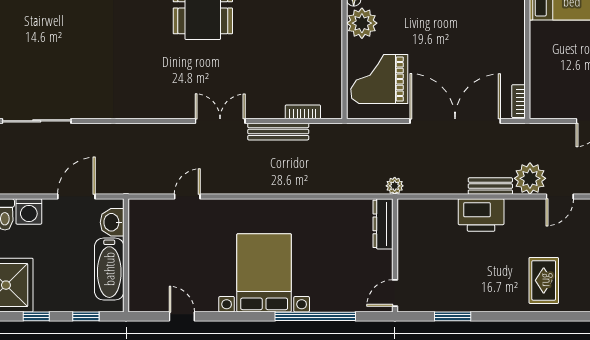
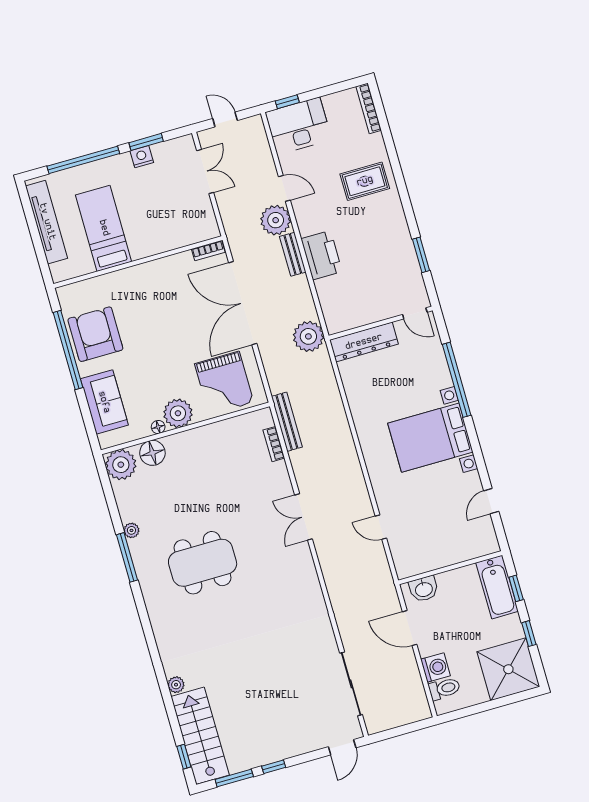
bench: (278, 132) -> (287, 422), moved
plant: (395, 186) -> (308, 336), width x1.88, depth x1.88
dresser: (383, 224) -> (364, 342), width x1.37, depth x1.24
bathtub: (109, 269) -> (497, 587), moved, turned 90

